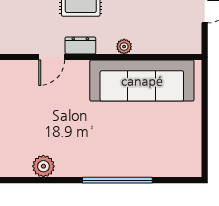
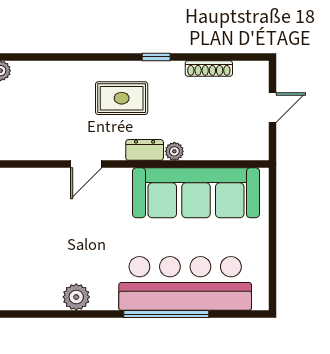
dresser: (80, 45) -> (145, 150), moved
bar counter: (133, 155) -> (185, 283), added

